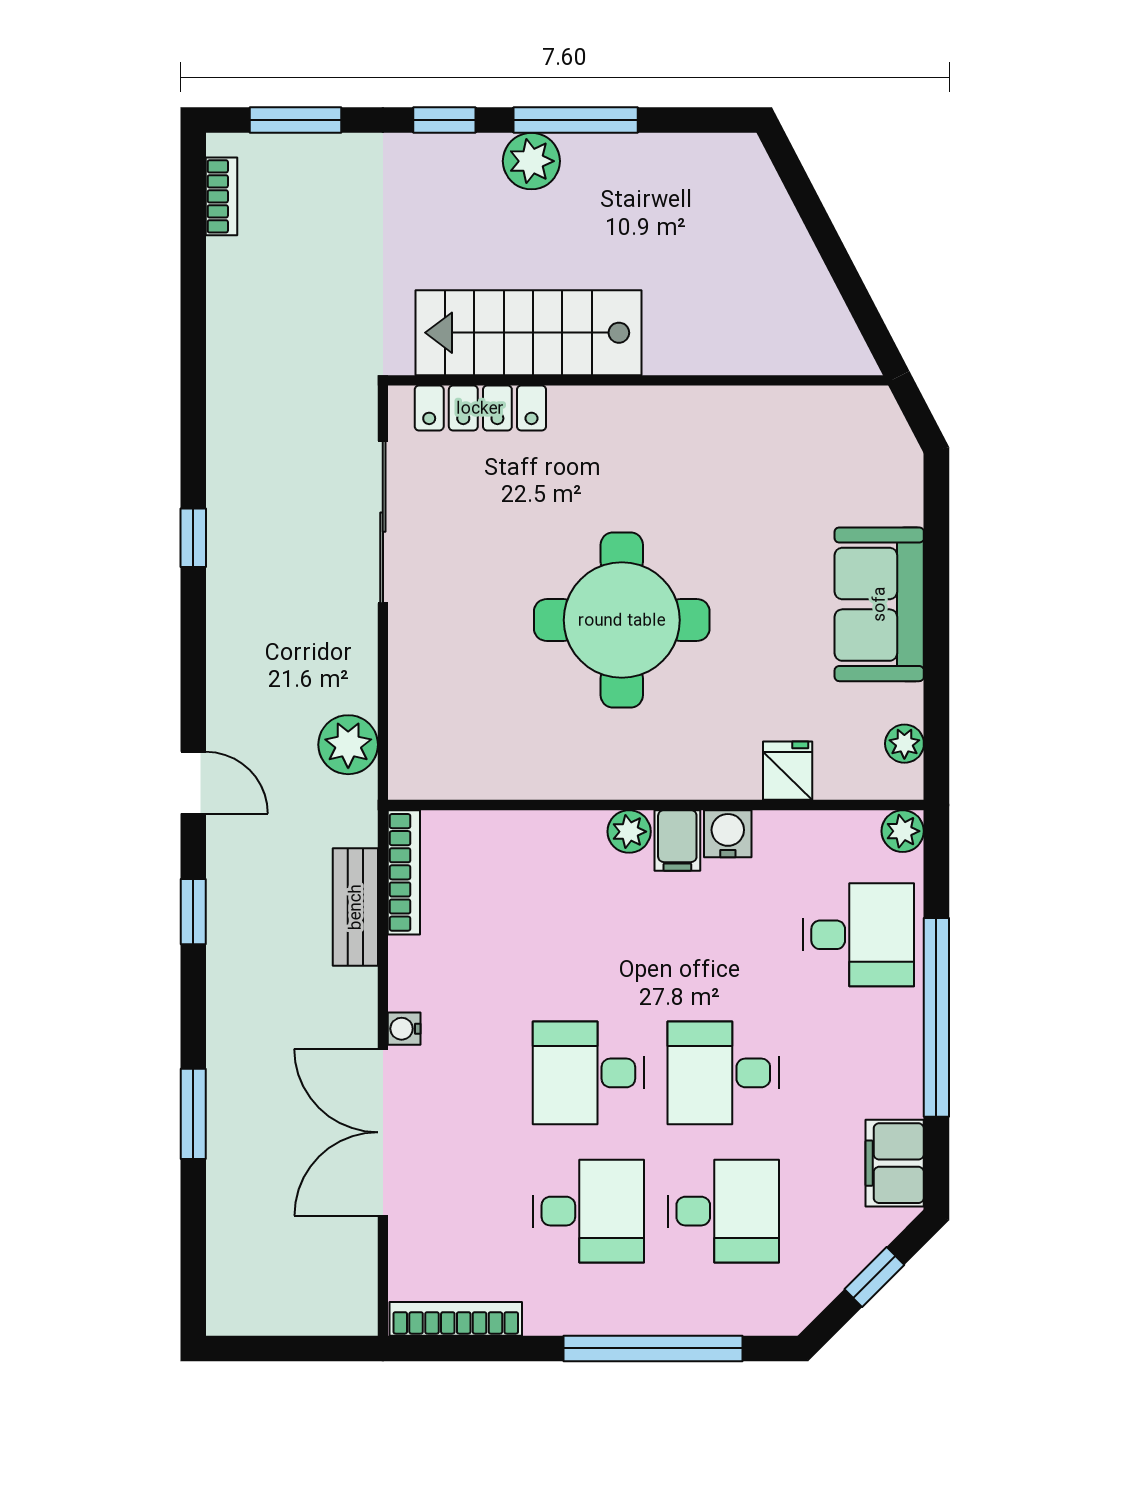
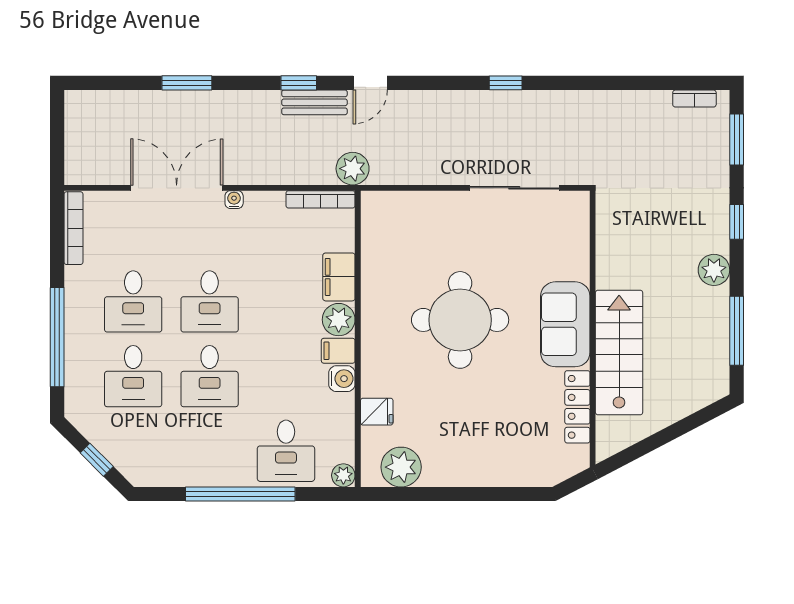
window: (576, 120) -> (737, 331), moved
stairs: (529, 333) -> (619, 352), moved
locker: (480, 408) -> (577, 407), moved
sofa: (879, 604) -> (565, 324), moved, turned -90
plant: (904, 744) -> (401, 467), width x1.87, depth x1.87
plant: (348, 745) -> (353, 169), moved
plant: (629, 832) -> (339, 320), width x1.38, depth x1.38
bench: (355, 907) -> (314, 102), moved
desk: (588, 1073) -> (210, 301), turned 180
desk: (723, 1073) -> (210, 376), turned 180
filing cabinet: (895, 1163) -> (339, 277), moved, turned -90

